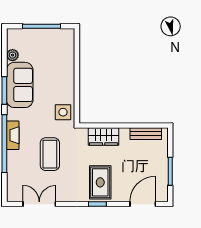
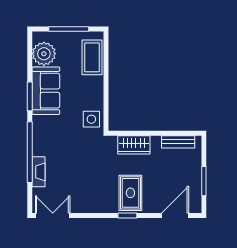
plant: (13, 55) -> (44, 54), width x1.88, depth x1.88
fireplace: (13, 135) -> (39, 172), moved
coffee table: (50, 154) -> (92, 57), moved
double door: (39, 204) -> (53, 216), moved

